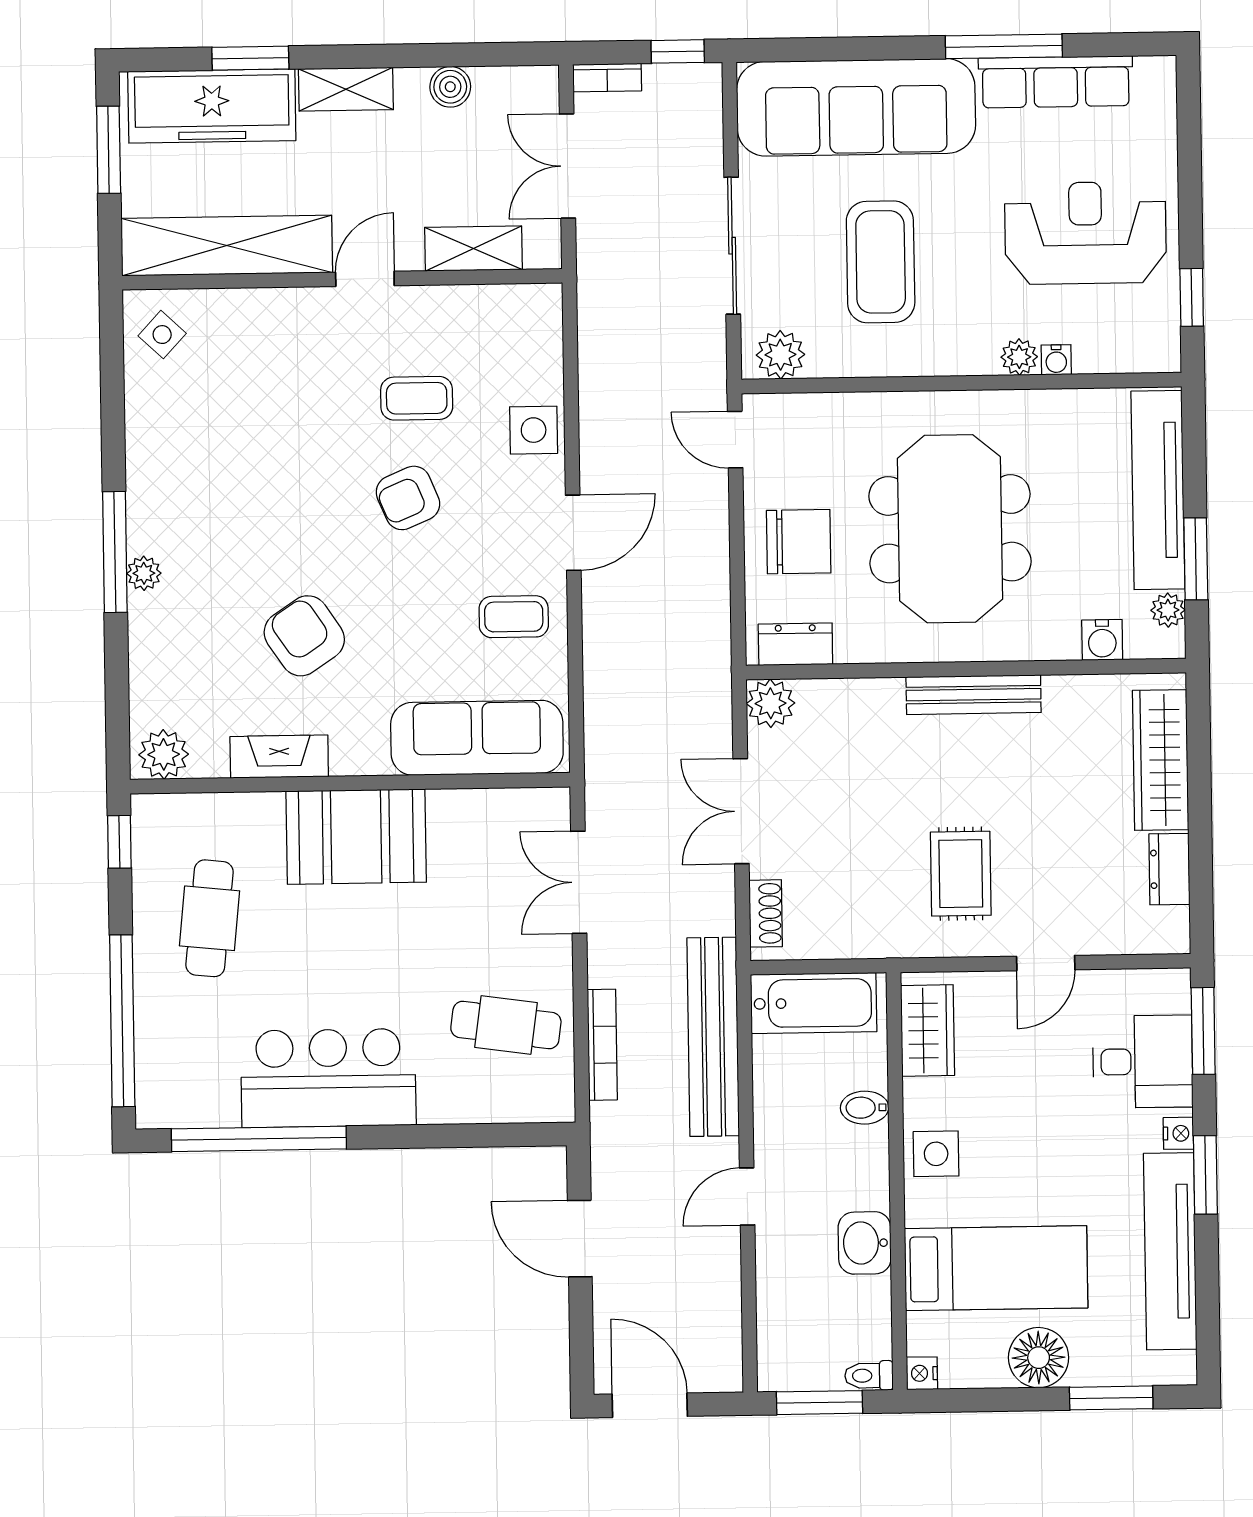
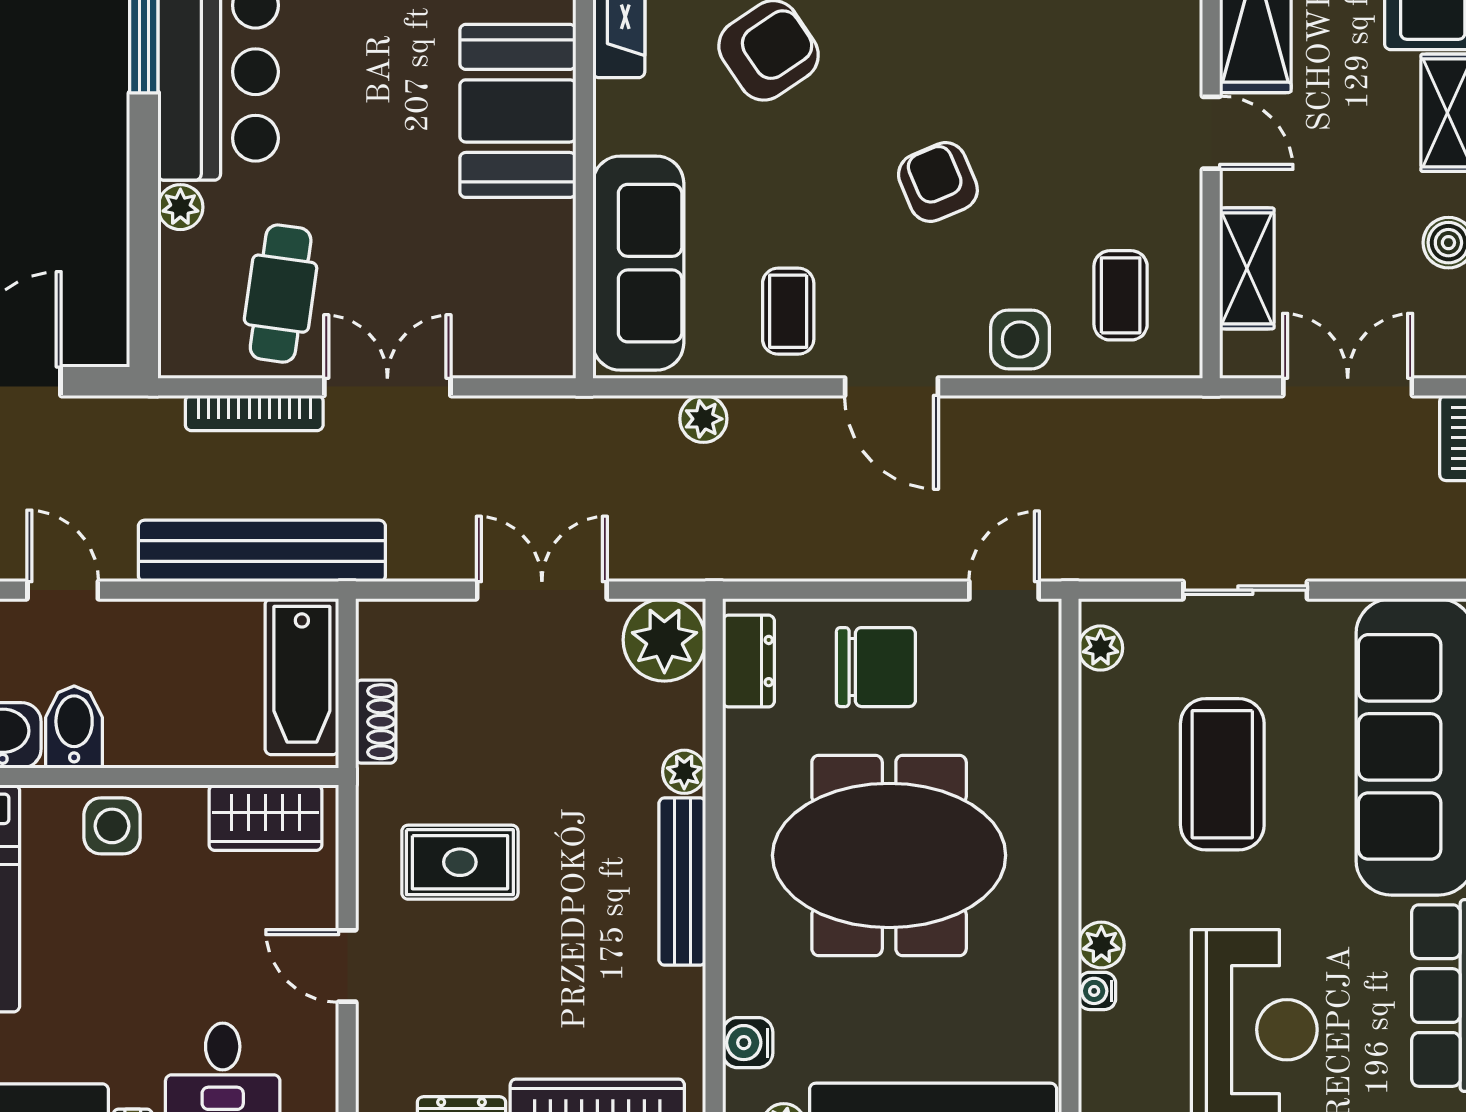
sliding door: (732, 246) -> (1245, 590), width x0.73
coffee table: (881, 262) -> (1222, 774), turned 90
plant: (780, 355) -> (1101, 648), width x0.73, depth x0.73
coffee table: (417, 398) -> (1121, 295), moved
chair: (799, 542) -> (876, 667), turned -90
plant: (601, 684) -> (703, 419), added
plant: (885, 695) -> (684, 772), added
plant: (771, 703) -> (664, 640), width x1.36, depth x1.36
double door: (579, 882) -> (387, 387), moved
shoe rack: (766, 913) -> (376, 722), moved, turned -90
plant: (438, 1107) -> (180, 207), added
bidet: (865, 1108) -> (74, 727), moved, width x1.38, depth x1.36

